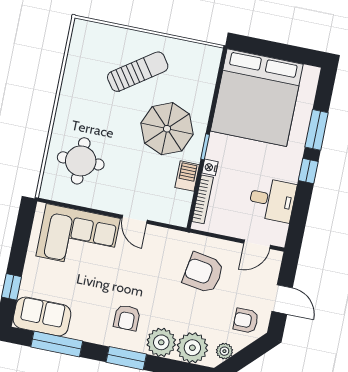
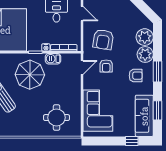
door: (135, 219) -> (82, 67), moved
sofa: (42, 317) -> (144, 116), width x1.36
armchair: (246, 321) -> (106, 66), moved
window: (57, 344) -> (157, 110), width x0.69
plant: (224, 351) -> (143, 20), removed

